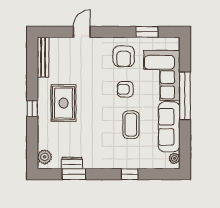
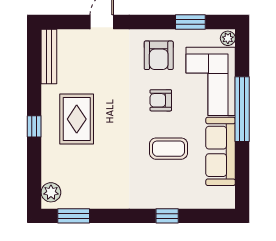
coffee table: (131, 125) -> (169, 149), turned 90
plant: (174, 158) -> (228, 38), moved
dresser: (72, 163) -> (88, 201), removed
window: (74, 174) -> (74, 216), moved

